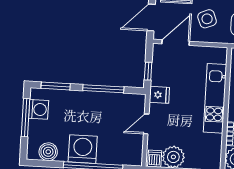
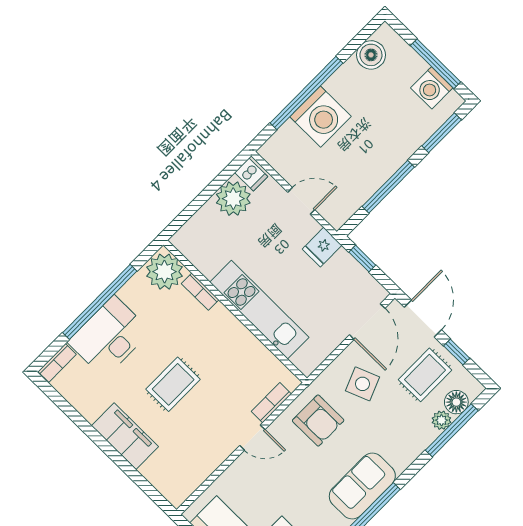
door: (146, 124) -> (301, 201), hinge flipped
washing machine: (83, 149) -> (320, 117), moved

